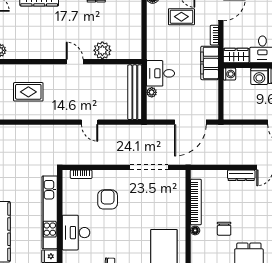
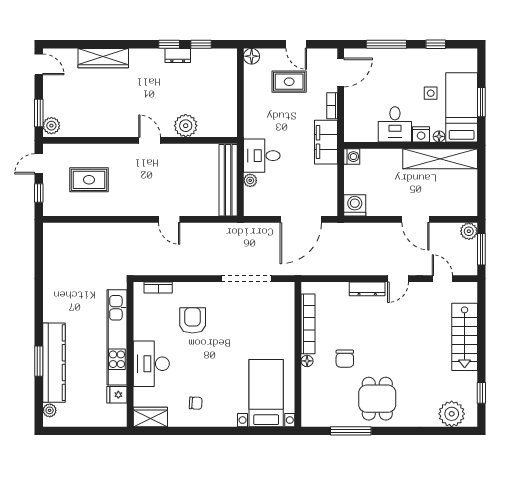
wardrobe: (236, 56) -> (361, 132), removed
washing machine: (259, 76) -> (355, 205), moved, turned 180

